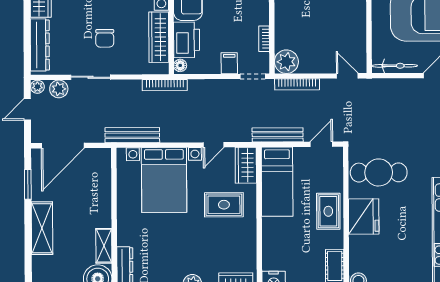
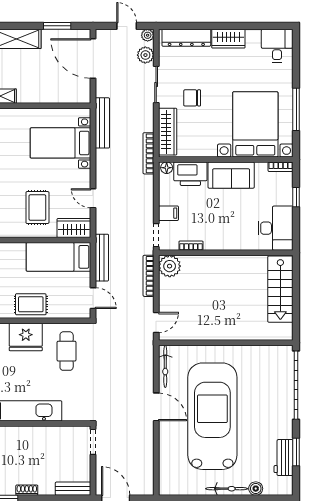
wardrobe: (159, 37) -> (168, 132), moved, turned 90
cafe table: (379, 172) -> (67, 351), width x0.73, depth x0.74
bed with nightstands: (164, 180) -> (60, 143), width x0.73

